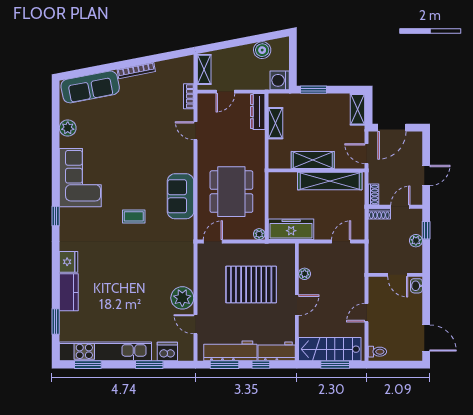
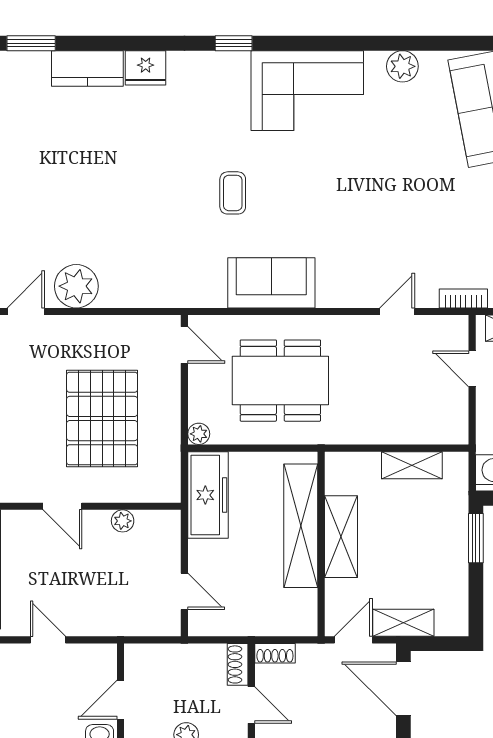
shelving: (358, 109) -> (403, 623), moved
dresser: (258, 112) -> (434, 431), removed
shelving: (330, 181) -> (301, 526), moved

